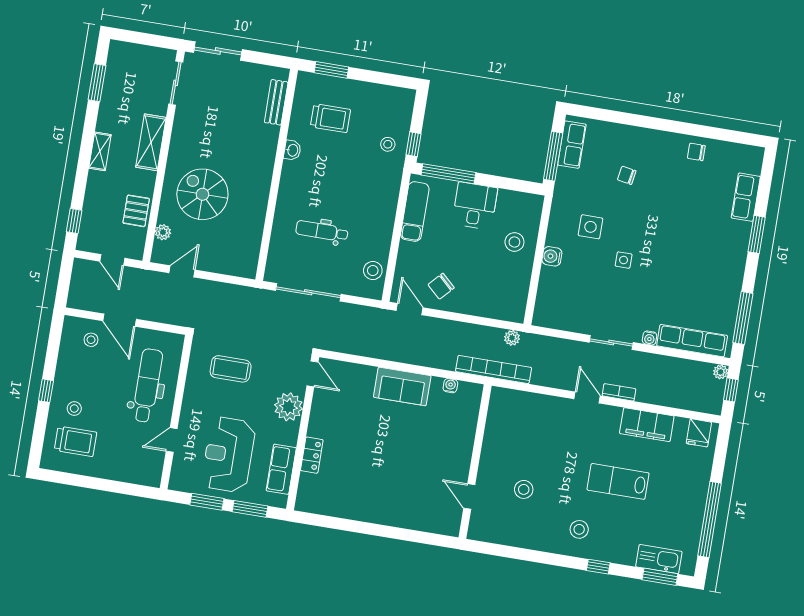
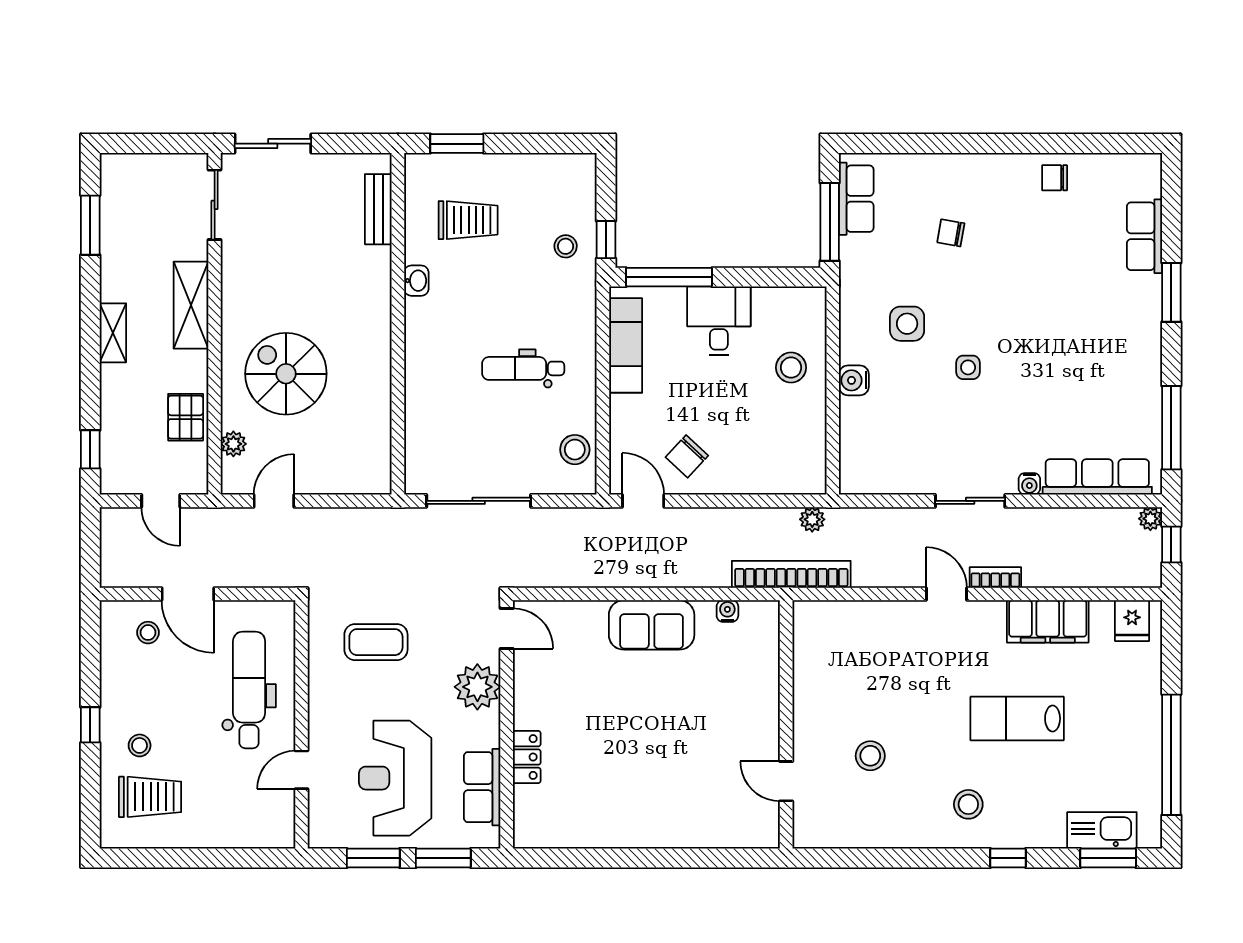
dental chair: (322, 231) -> (523, 368), moved

